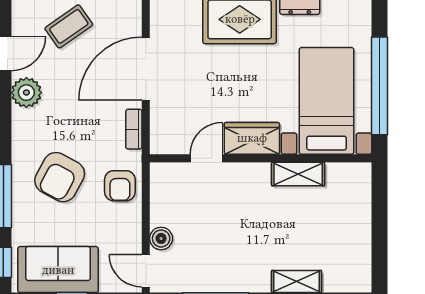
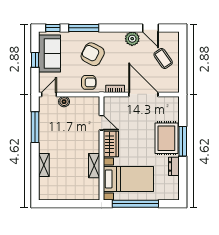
armchair: (120, 186) -> (89, 82), turned 180

